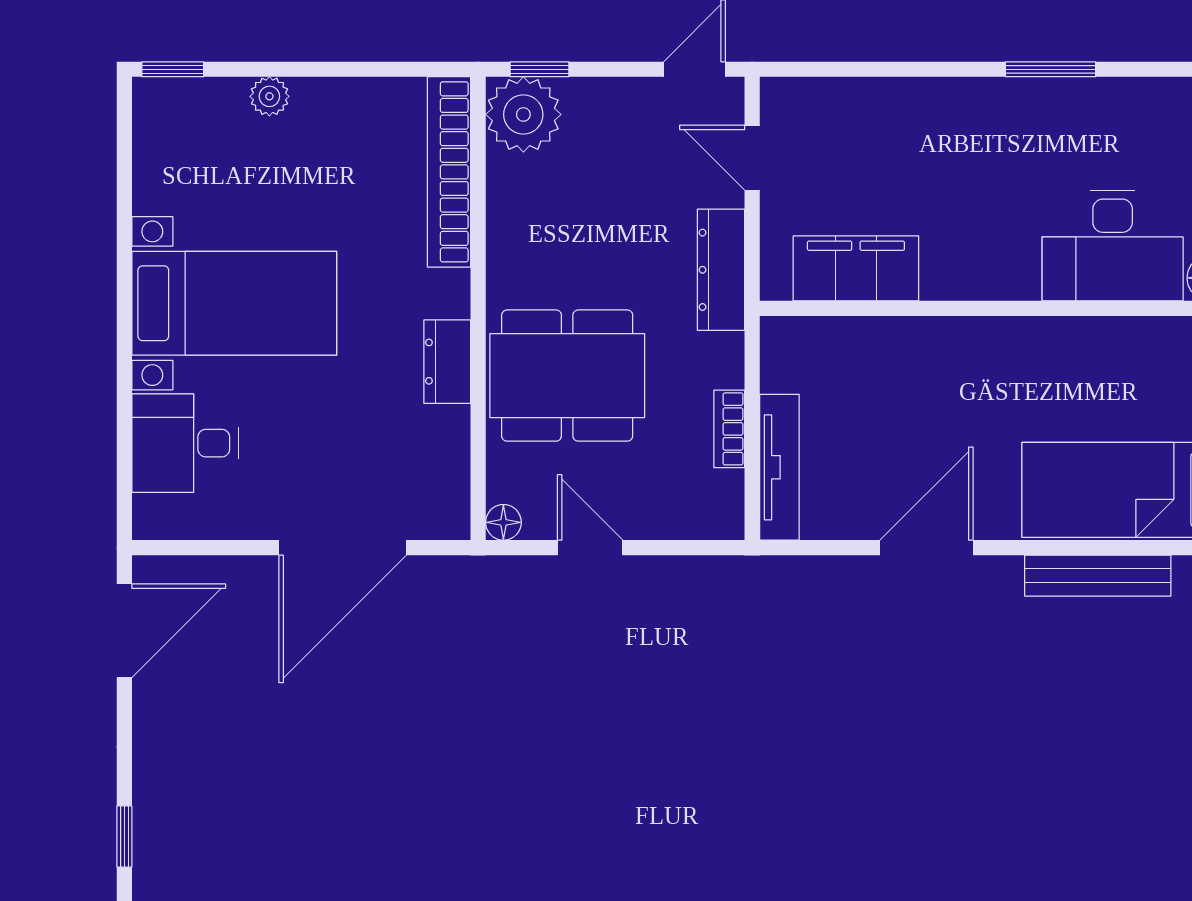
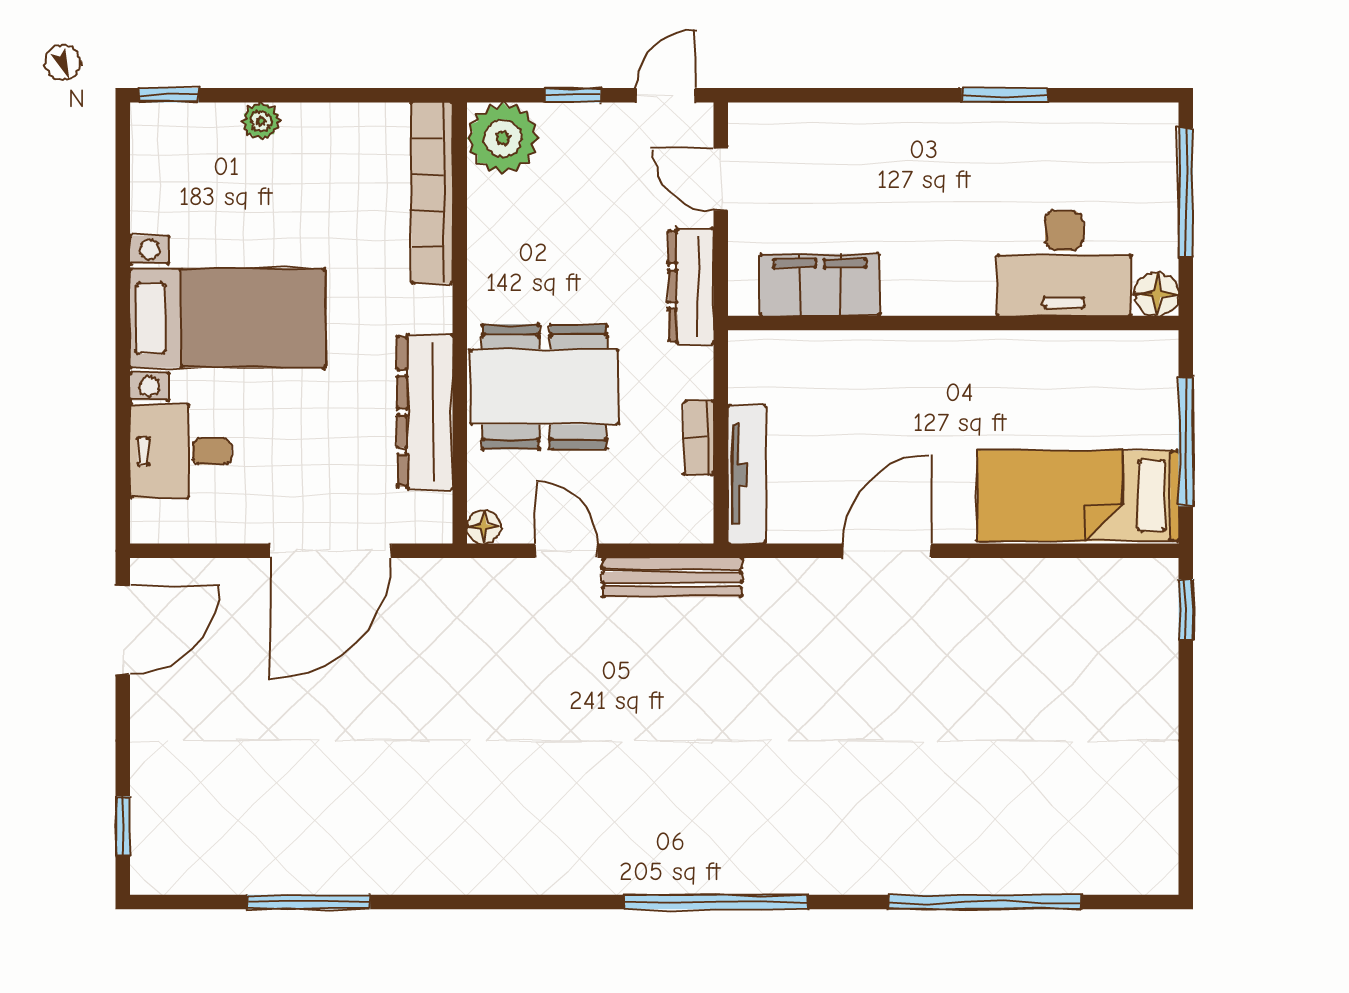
window: (539, 69) -> (573, 95), moved
dresser: (447, 362) -> (425, 412), width x1.96, depth x1.24
bench: (1098, 576) -> (672, 577), moved

